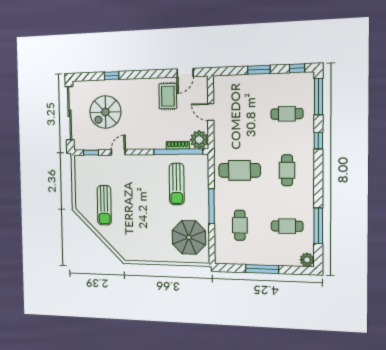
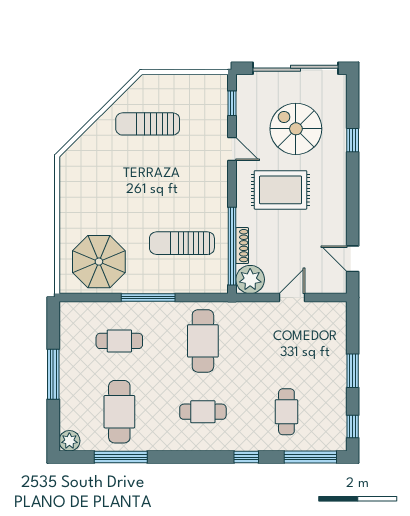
rug: (168, 96) -> (281, 190), moved, width x1.36, depth x1.43
cafe table: (287, 226) -> (119, 412), width x1.37, depth x1.35

